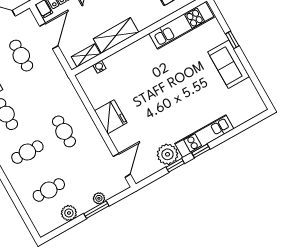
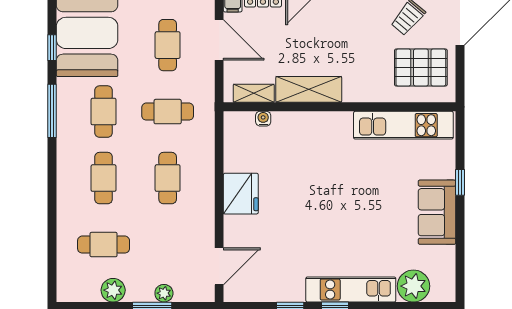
door: (49, 36) -> (219, 40), hinge flipped
cafe table: (43, 93) -> (168, 112), added
cafe table: (27, 152) -> (104, 178), turned 90
plant: (167, 154) -> (413, 286), moved

